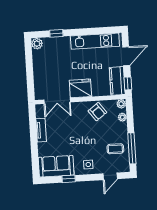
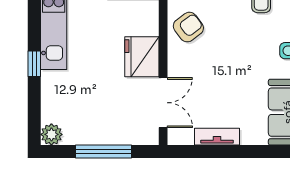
window: (56, 33) -> (34, 64), moved
window: (30, 71) -> (104, 152), added

